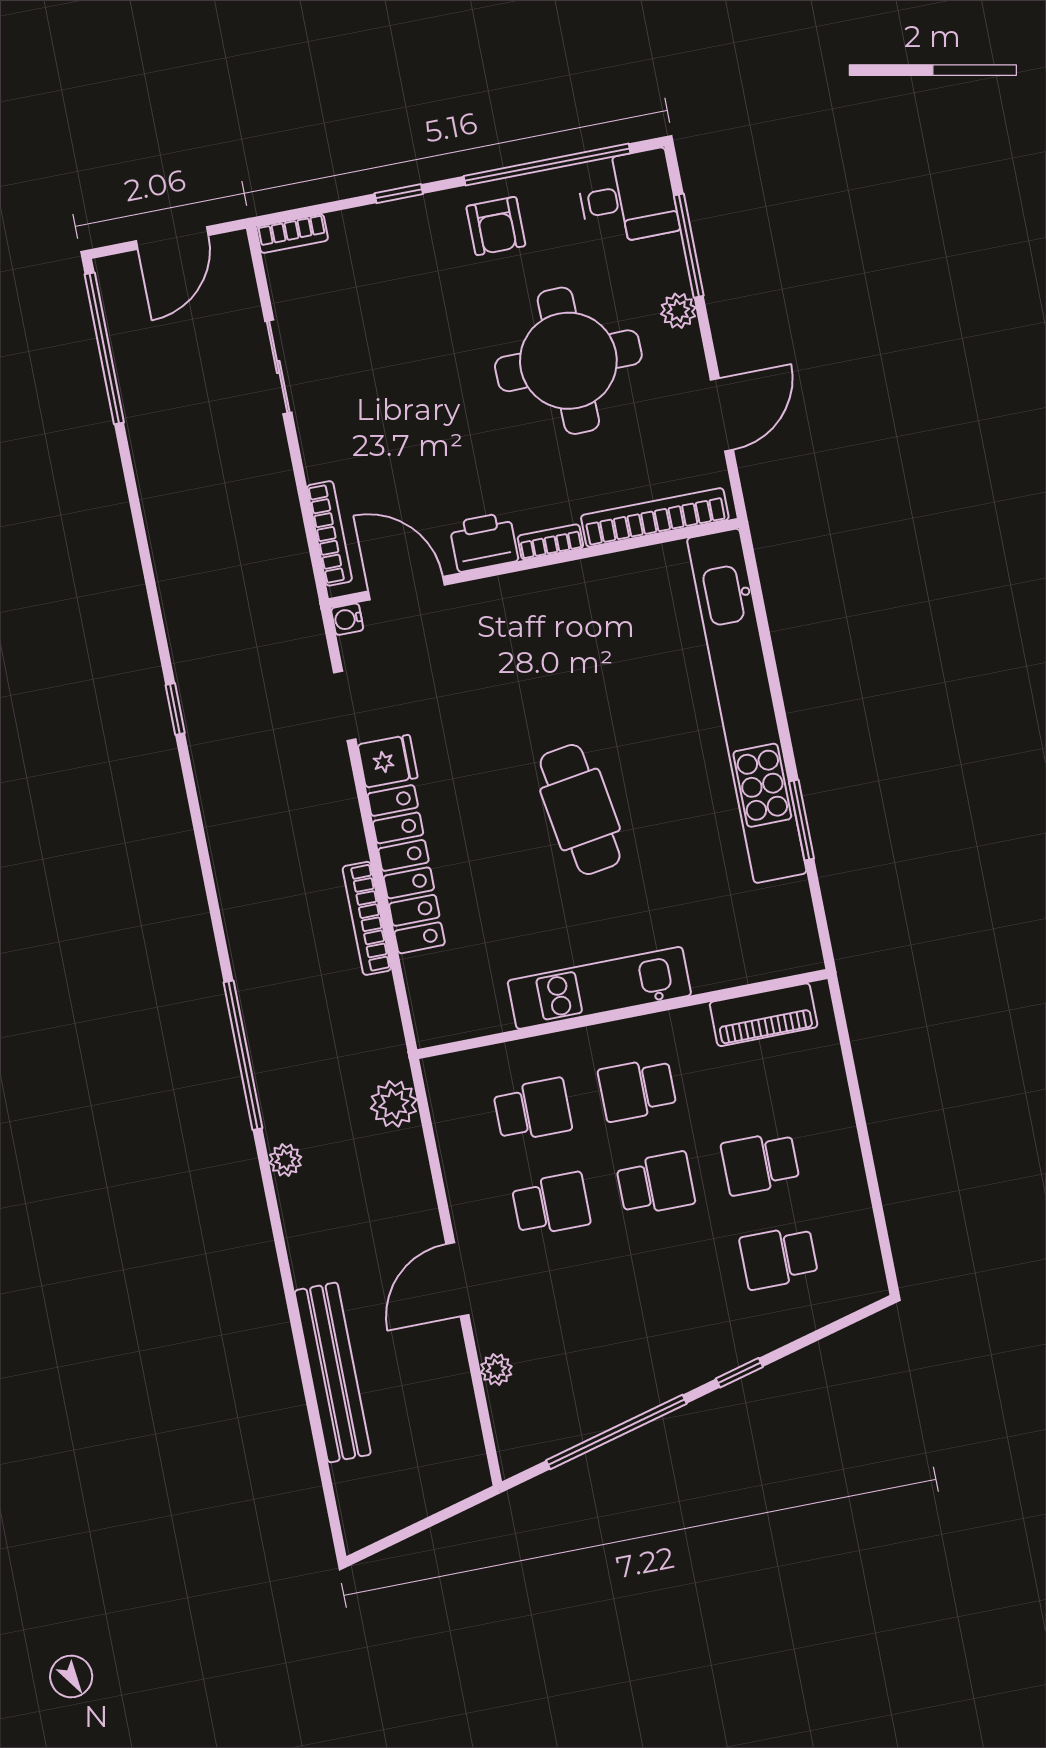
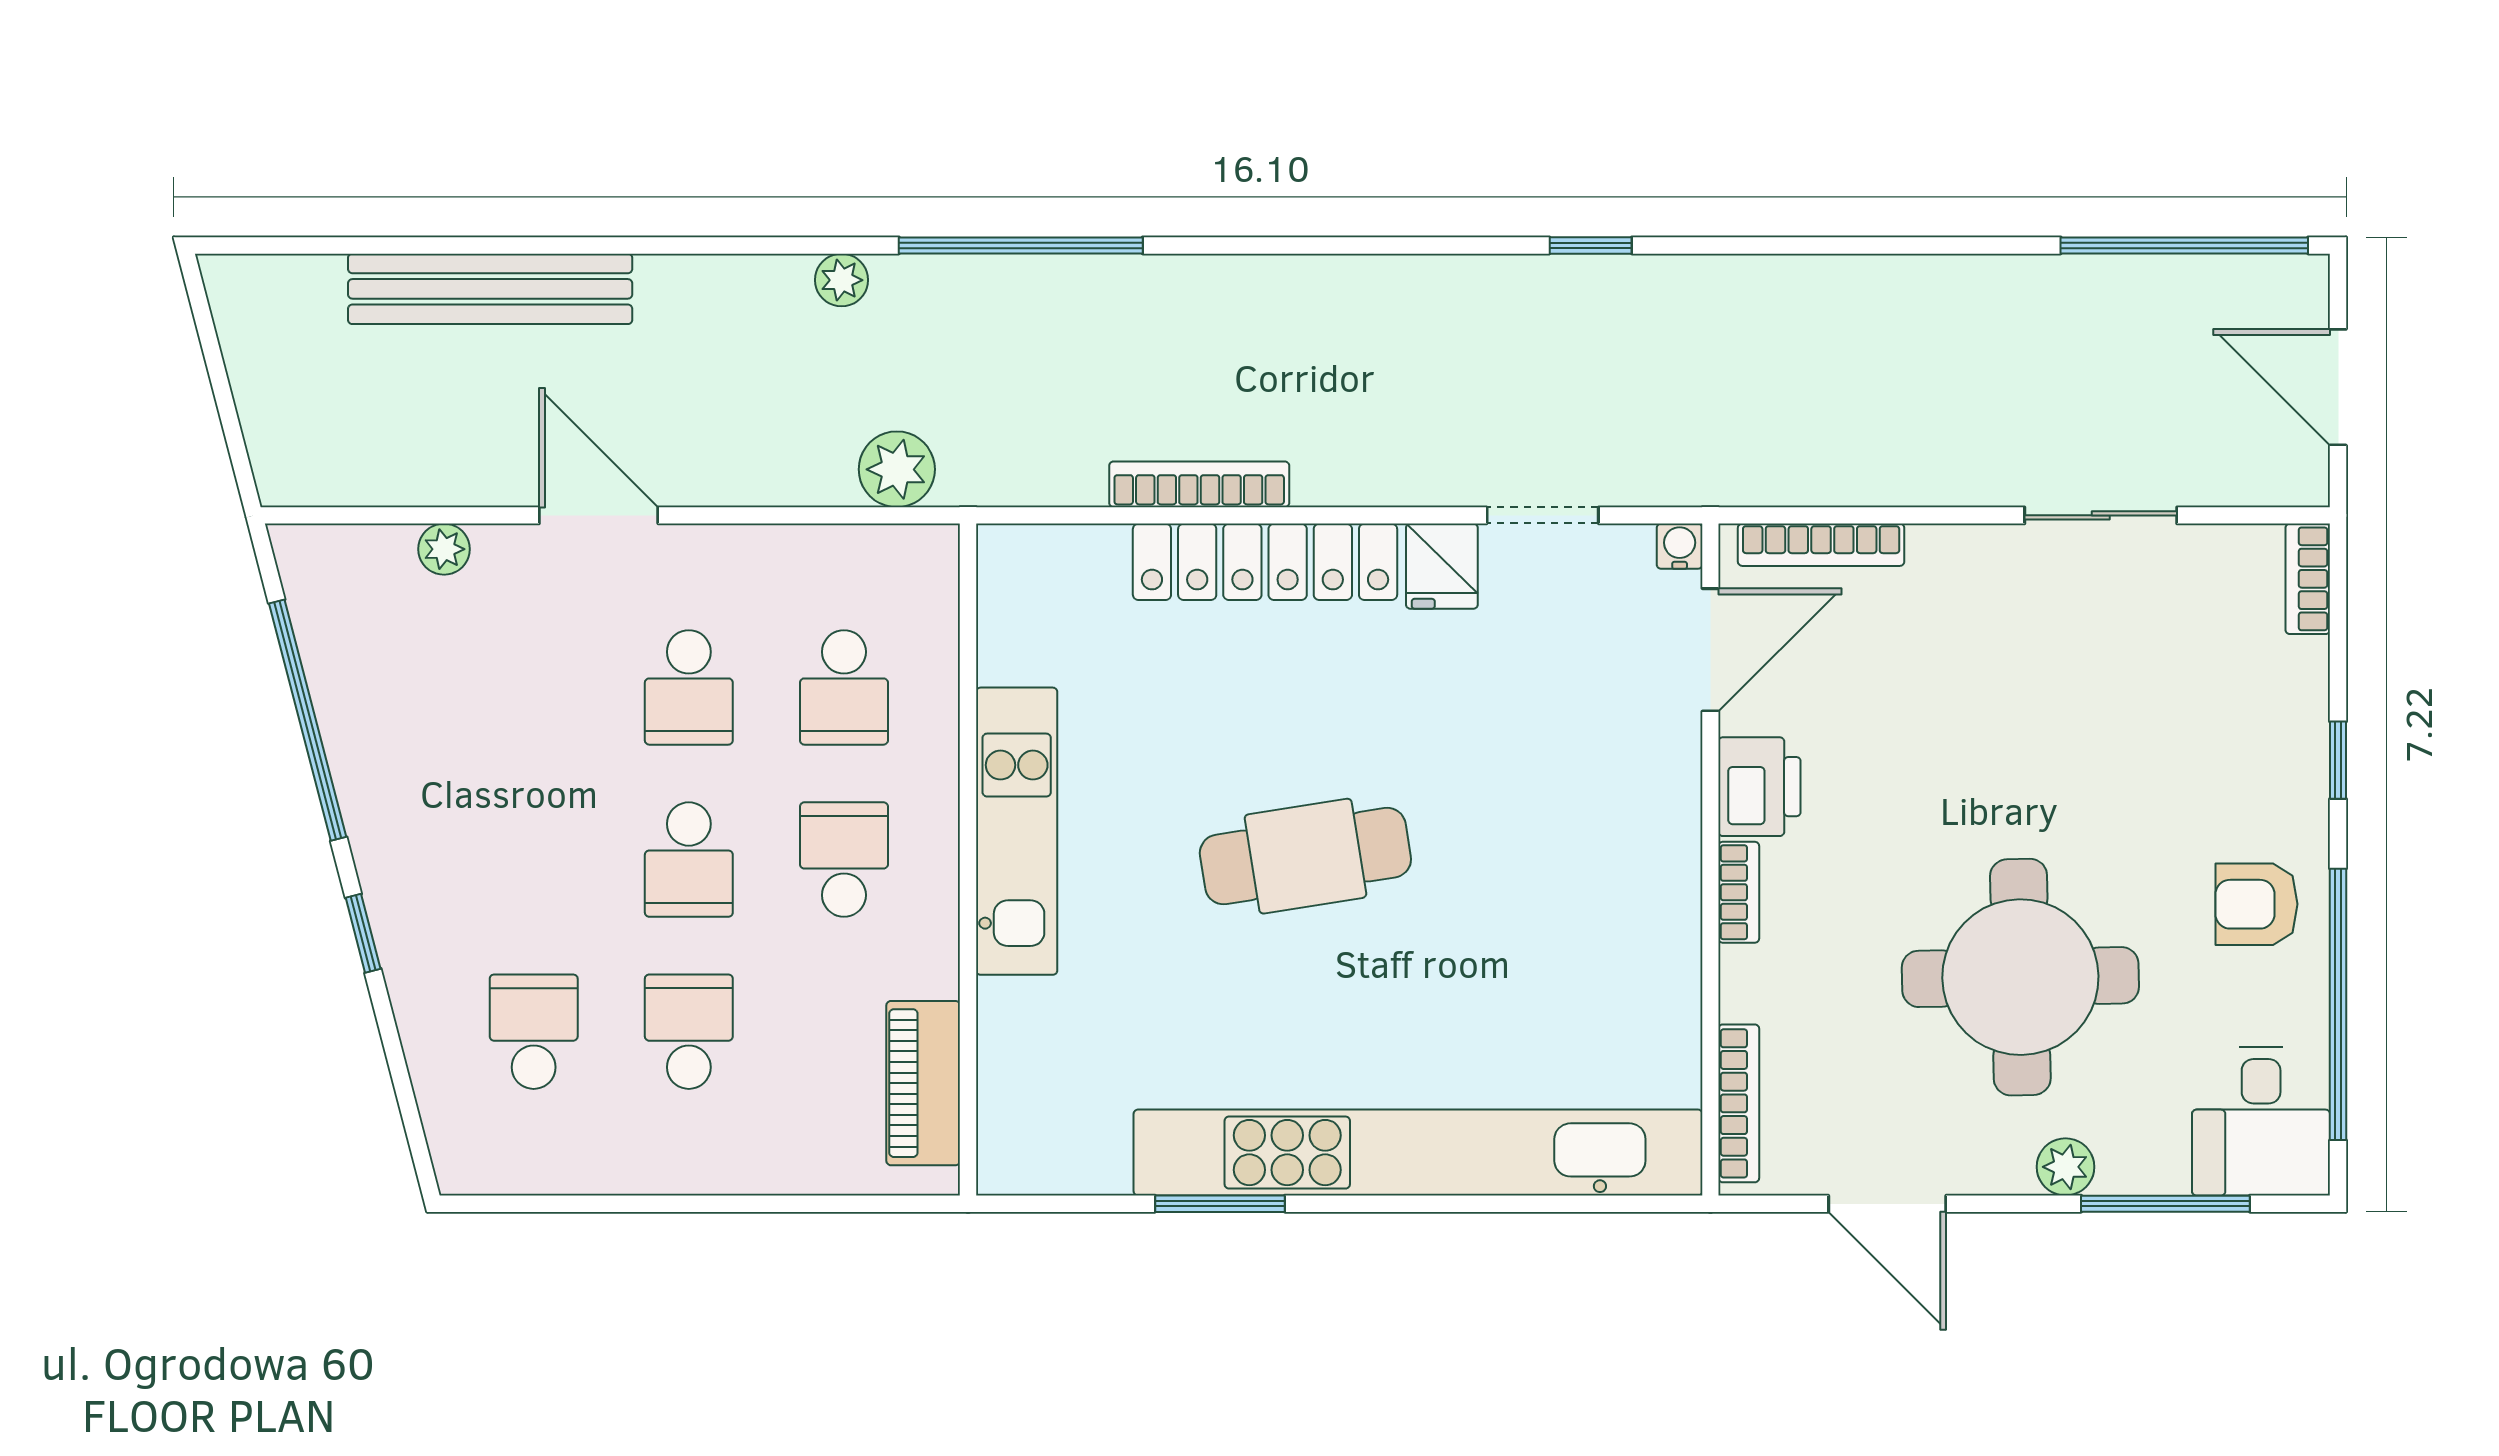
bookcase: (655, 517) -> (1739, 1103), width x0.68, depth x0.76

